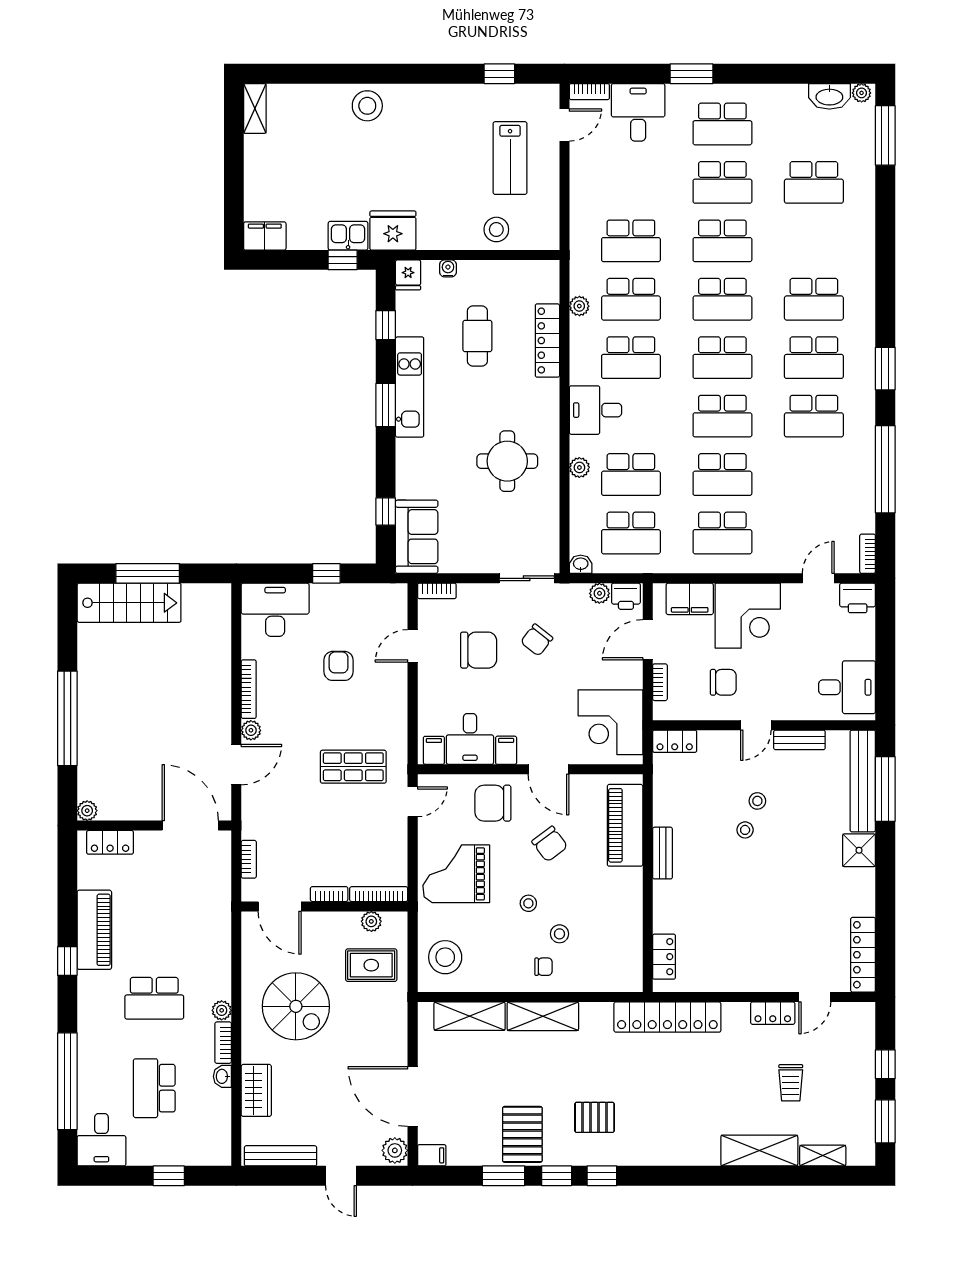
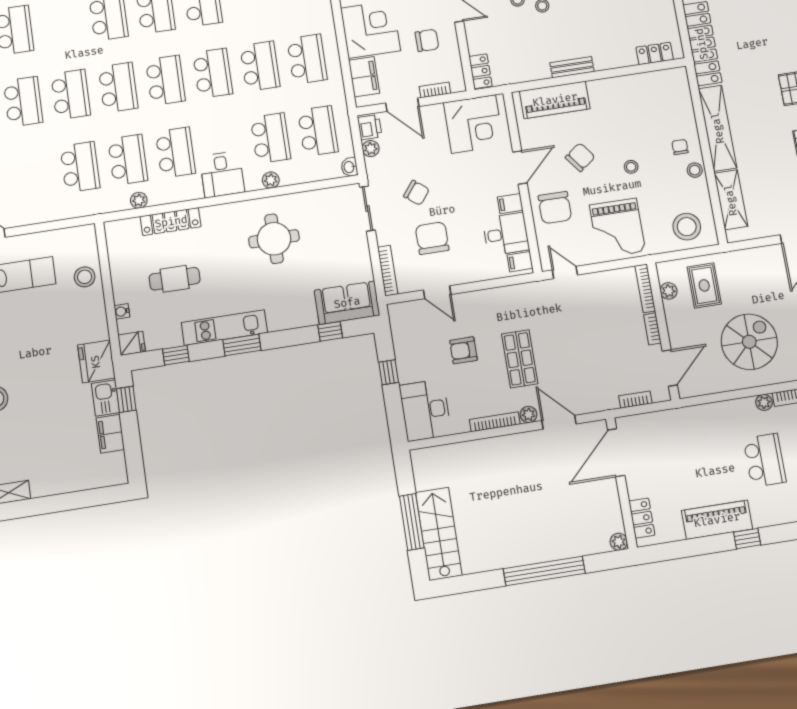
filing cabinet: (265, 236) -> (110, 434), moved
bookcase: (437, 591) -> (388, 271), width x1.56
chair: (723, 682) -> (427, 40), turned 90
shop shelf: (353, 767) -> (520, 359), moved
stool: (559, 934) -> (695, 170), moved
shelving: (543, 1016) -> (718, 128), width x1.47

